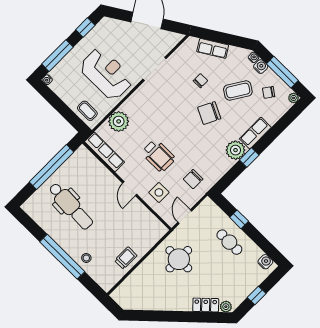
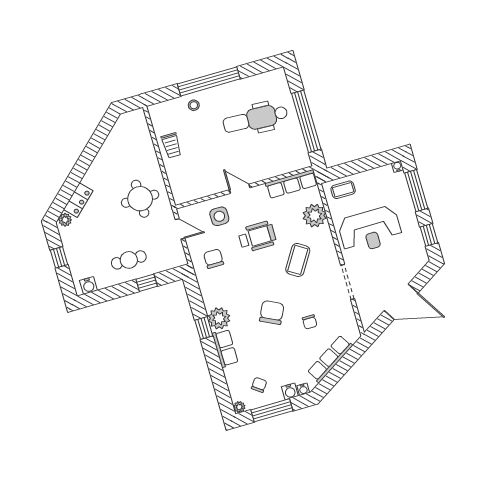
row of seats: (213, 48) -> (330, 359), width x1.48
coffee table: (238, 91) -> (298, 260), moved
wheelchair: (158, 156) -> (257, 237), turned 180

